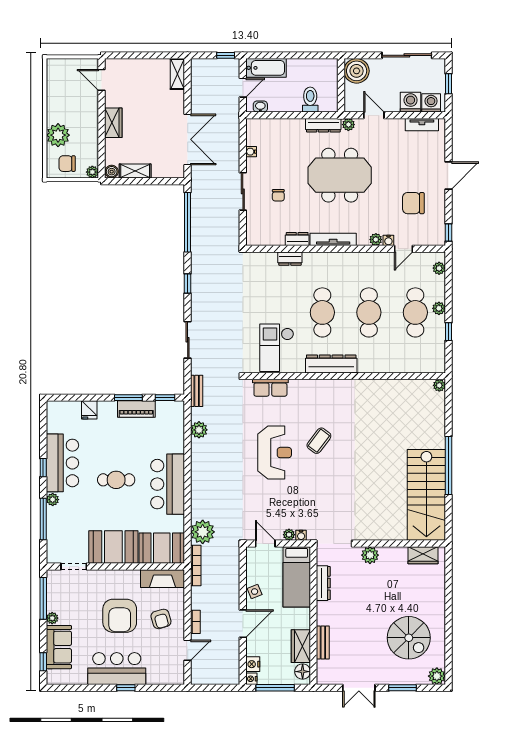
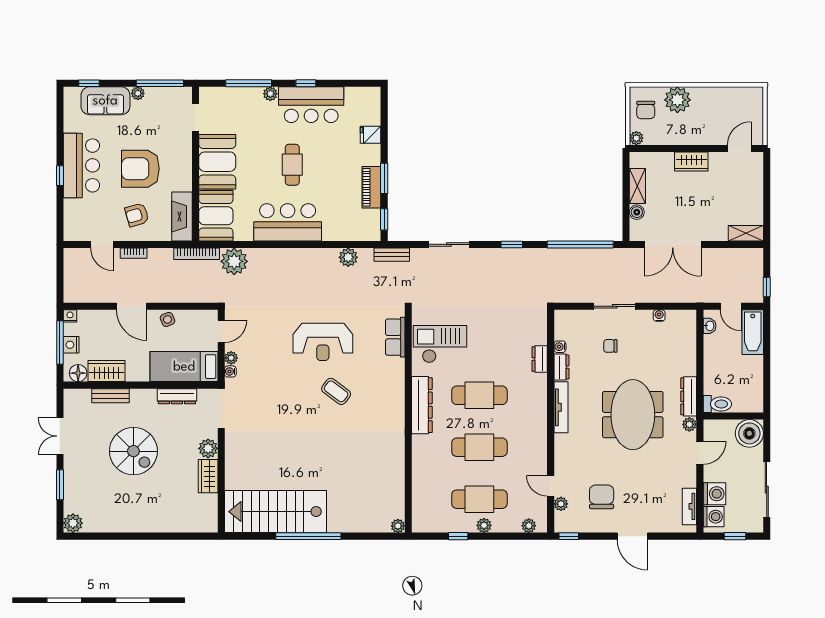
toilet: (310, 100) -> (717, 404), moved
chair: (67, 164) -> (646, 110), turned 180
boiler: (112, 172) -> (637, 212), moved
plant: (376, 239) -> (561, 504), moved
water cooler: (388, 240) -> (560, 347), moved
wardrobe: (423, 555) -> (208, 476), moved
spiral stairs: (409, 638) -> (133, 451), moved, turned -90
nightstand: (253, 664) -> (71, 345), moved, turned -90

